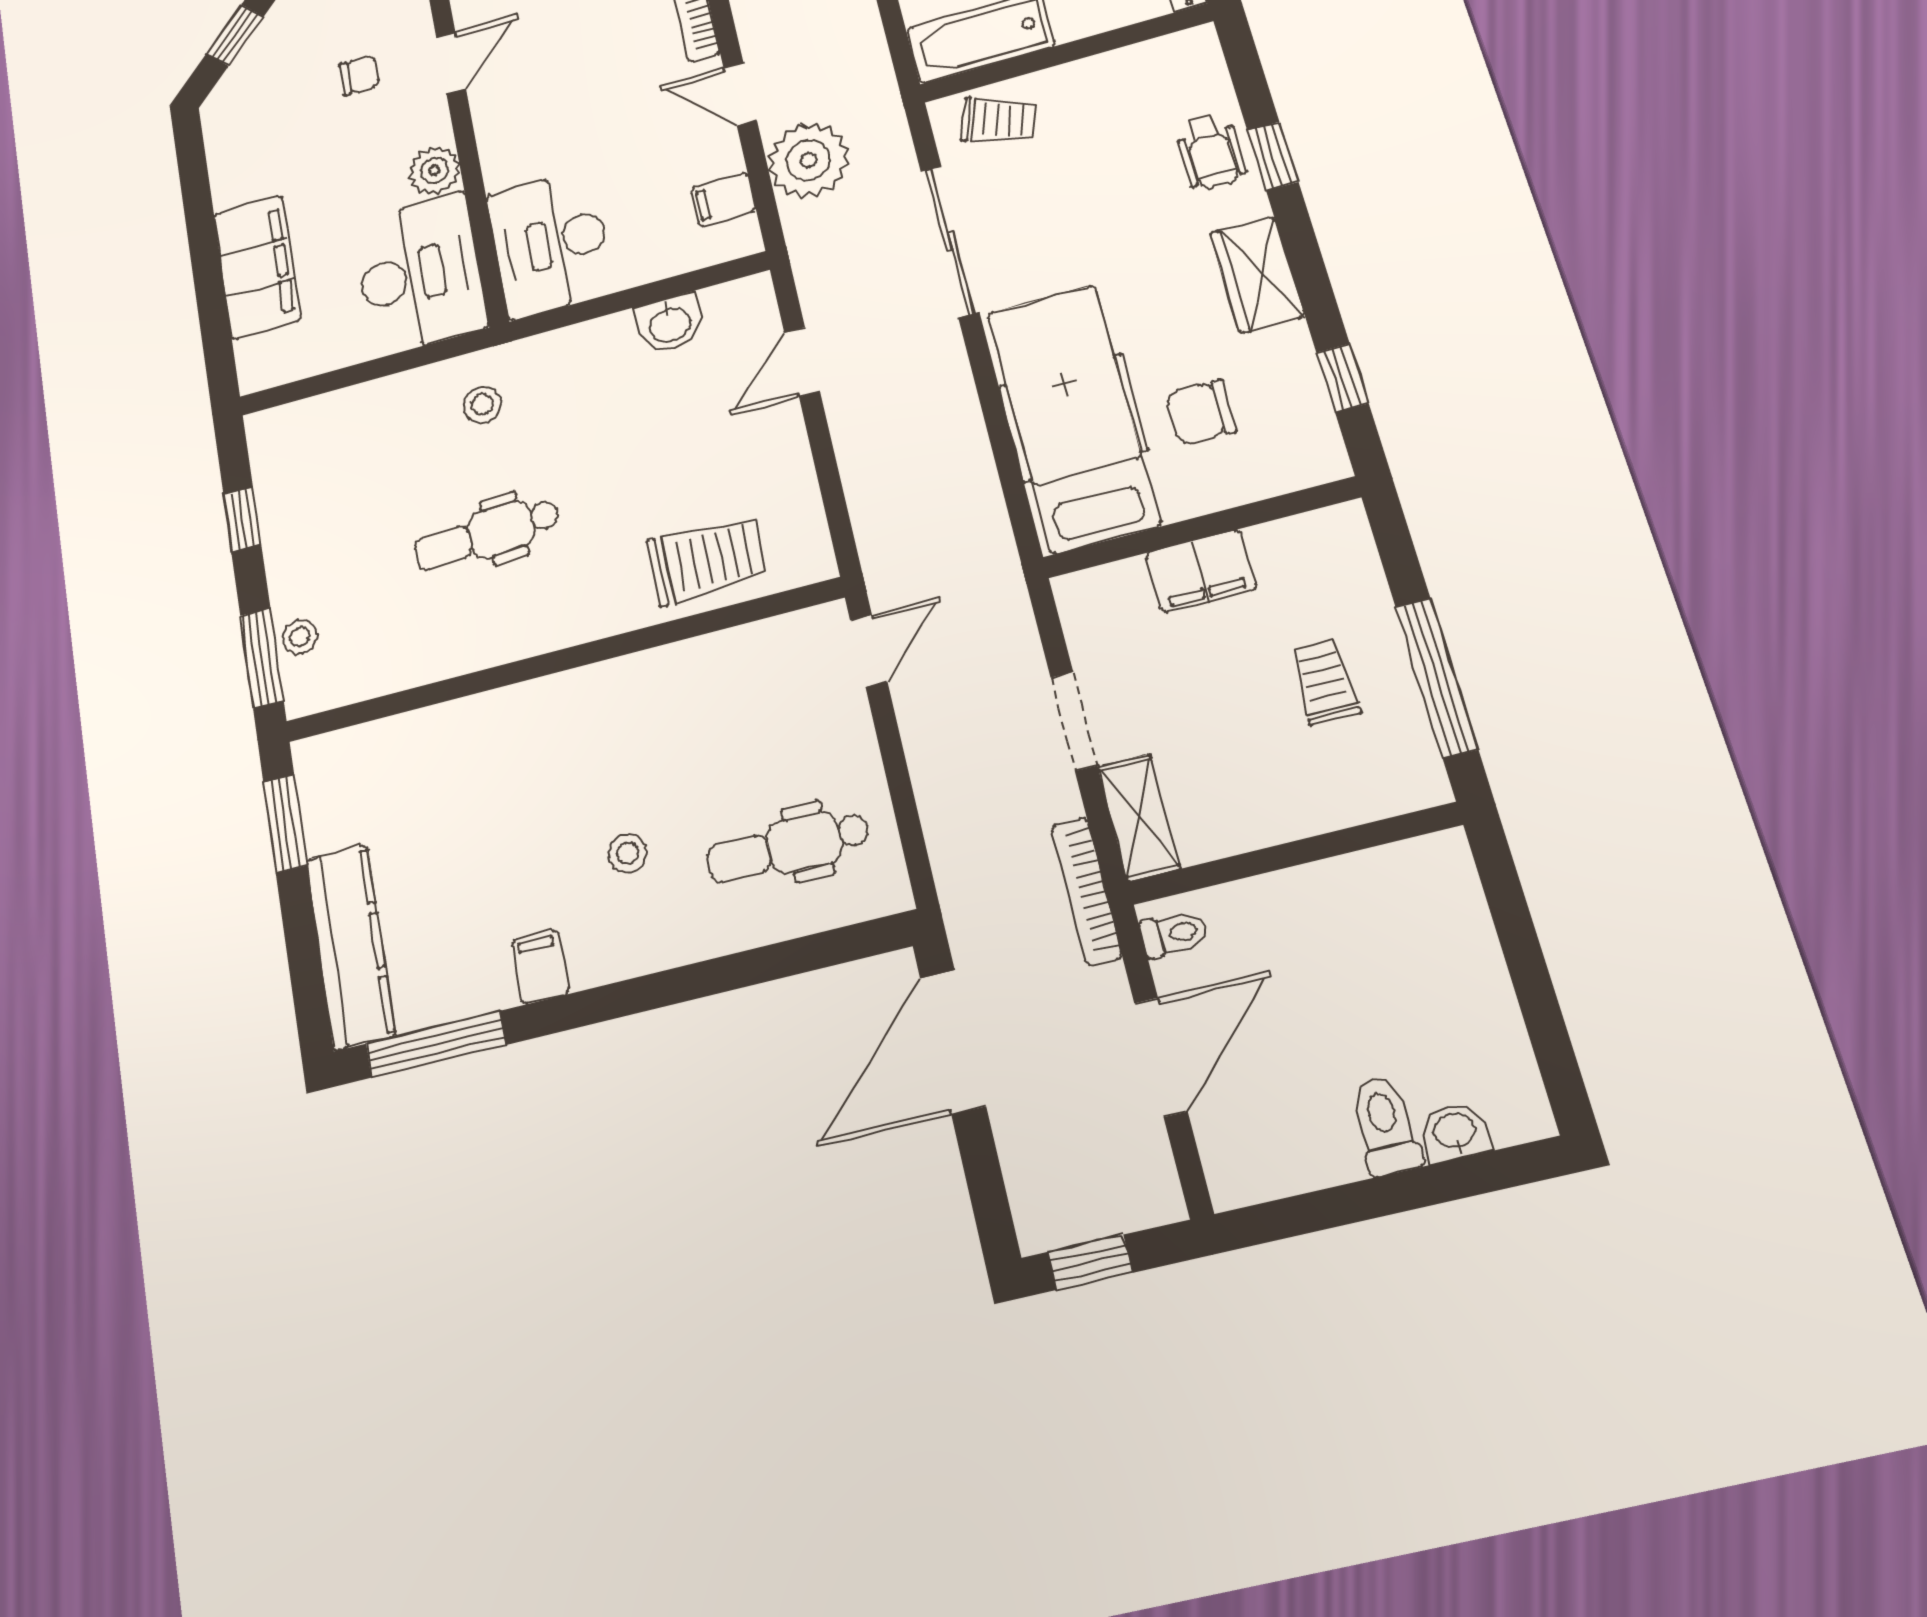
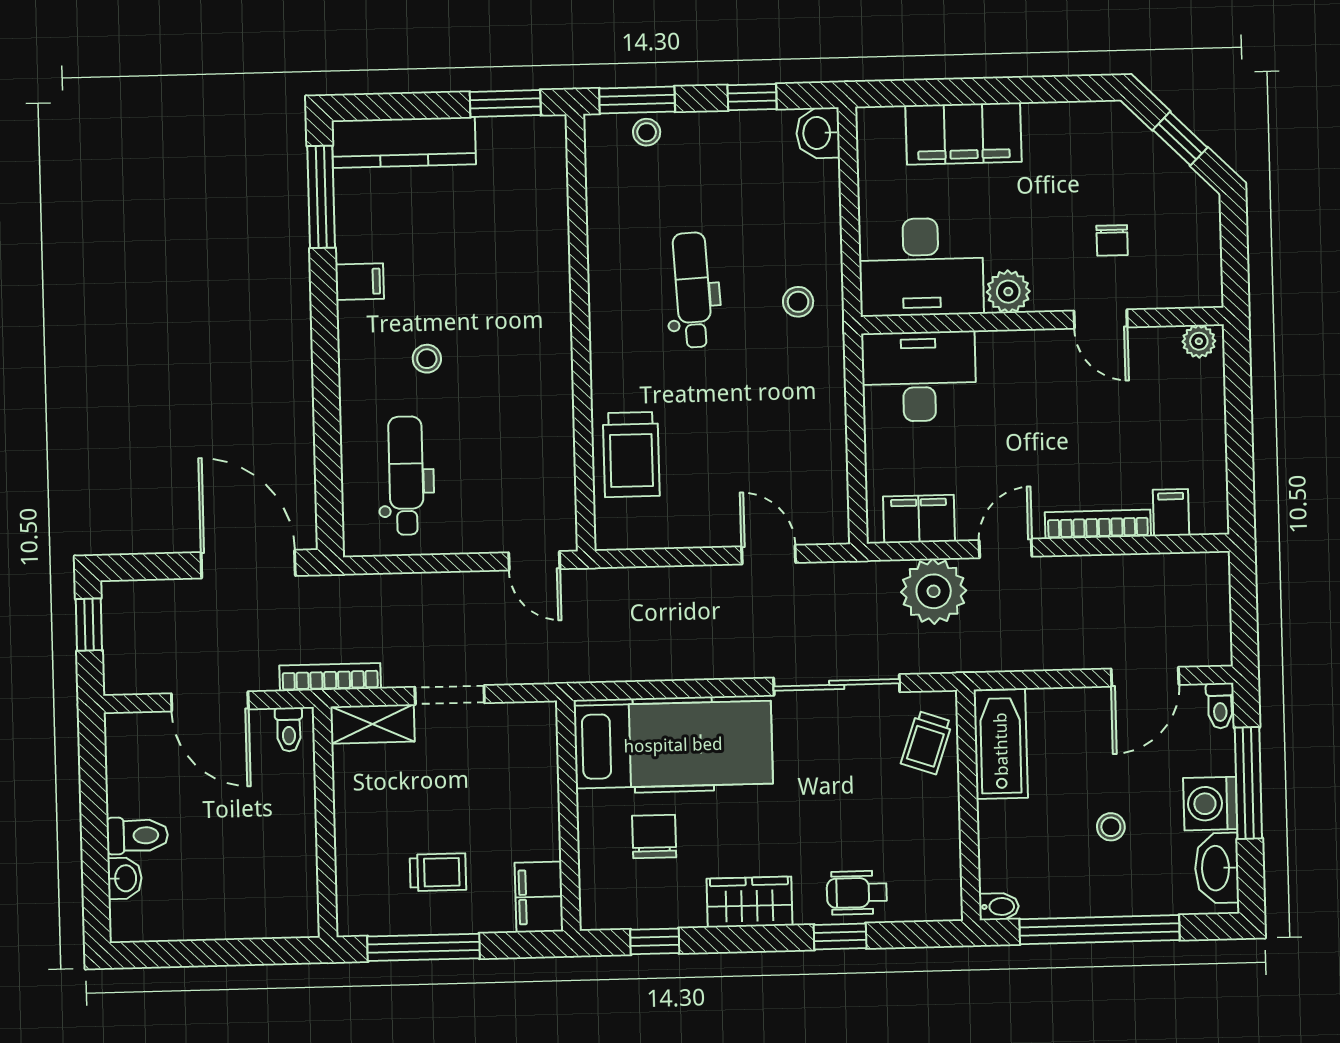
filing cabinet: (723, 199) -> (919, 519), width x2.00
washbasin: (669, 323) -> (818, 133), moved
filing cabinet: (1201, 571) -> (539, 897), moved

